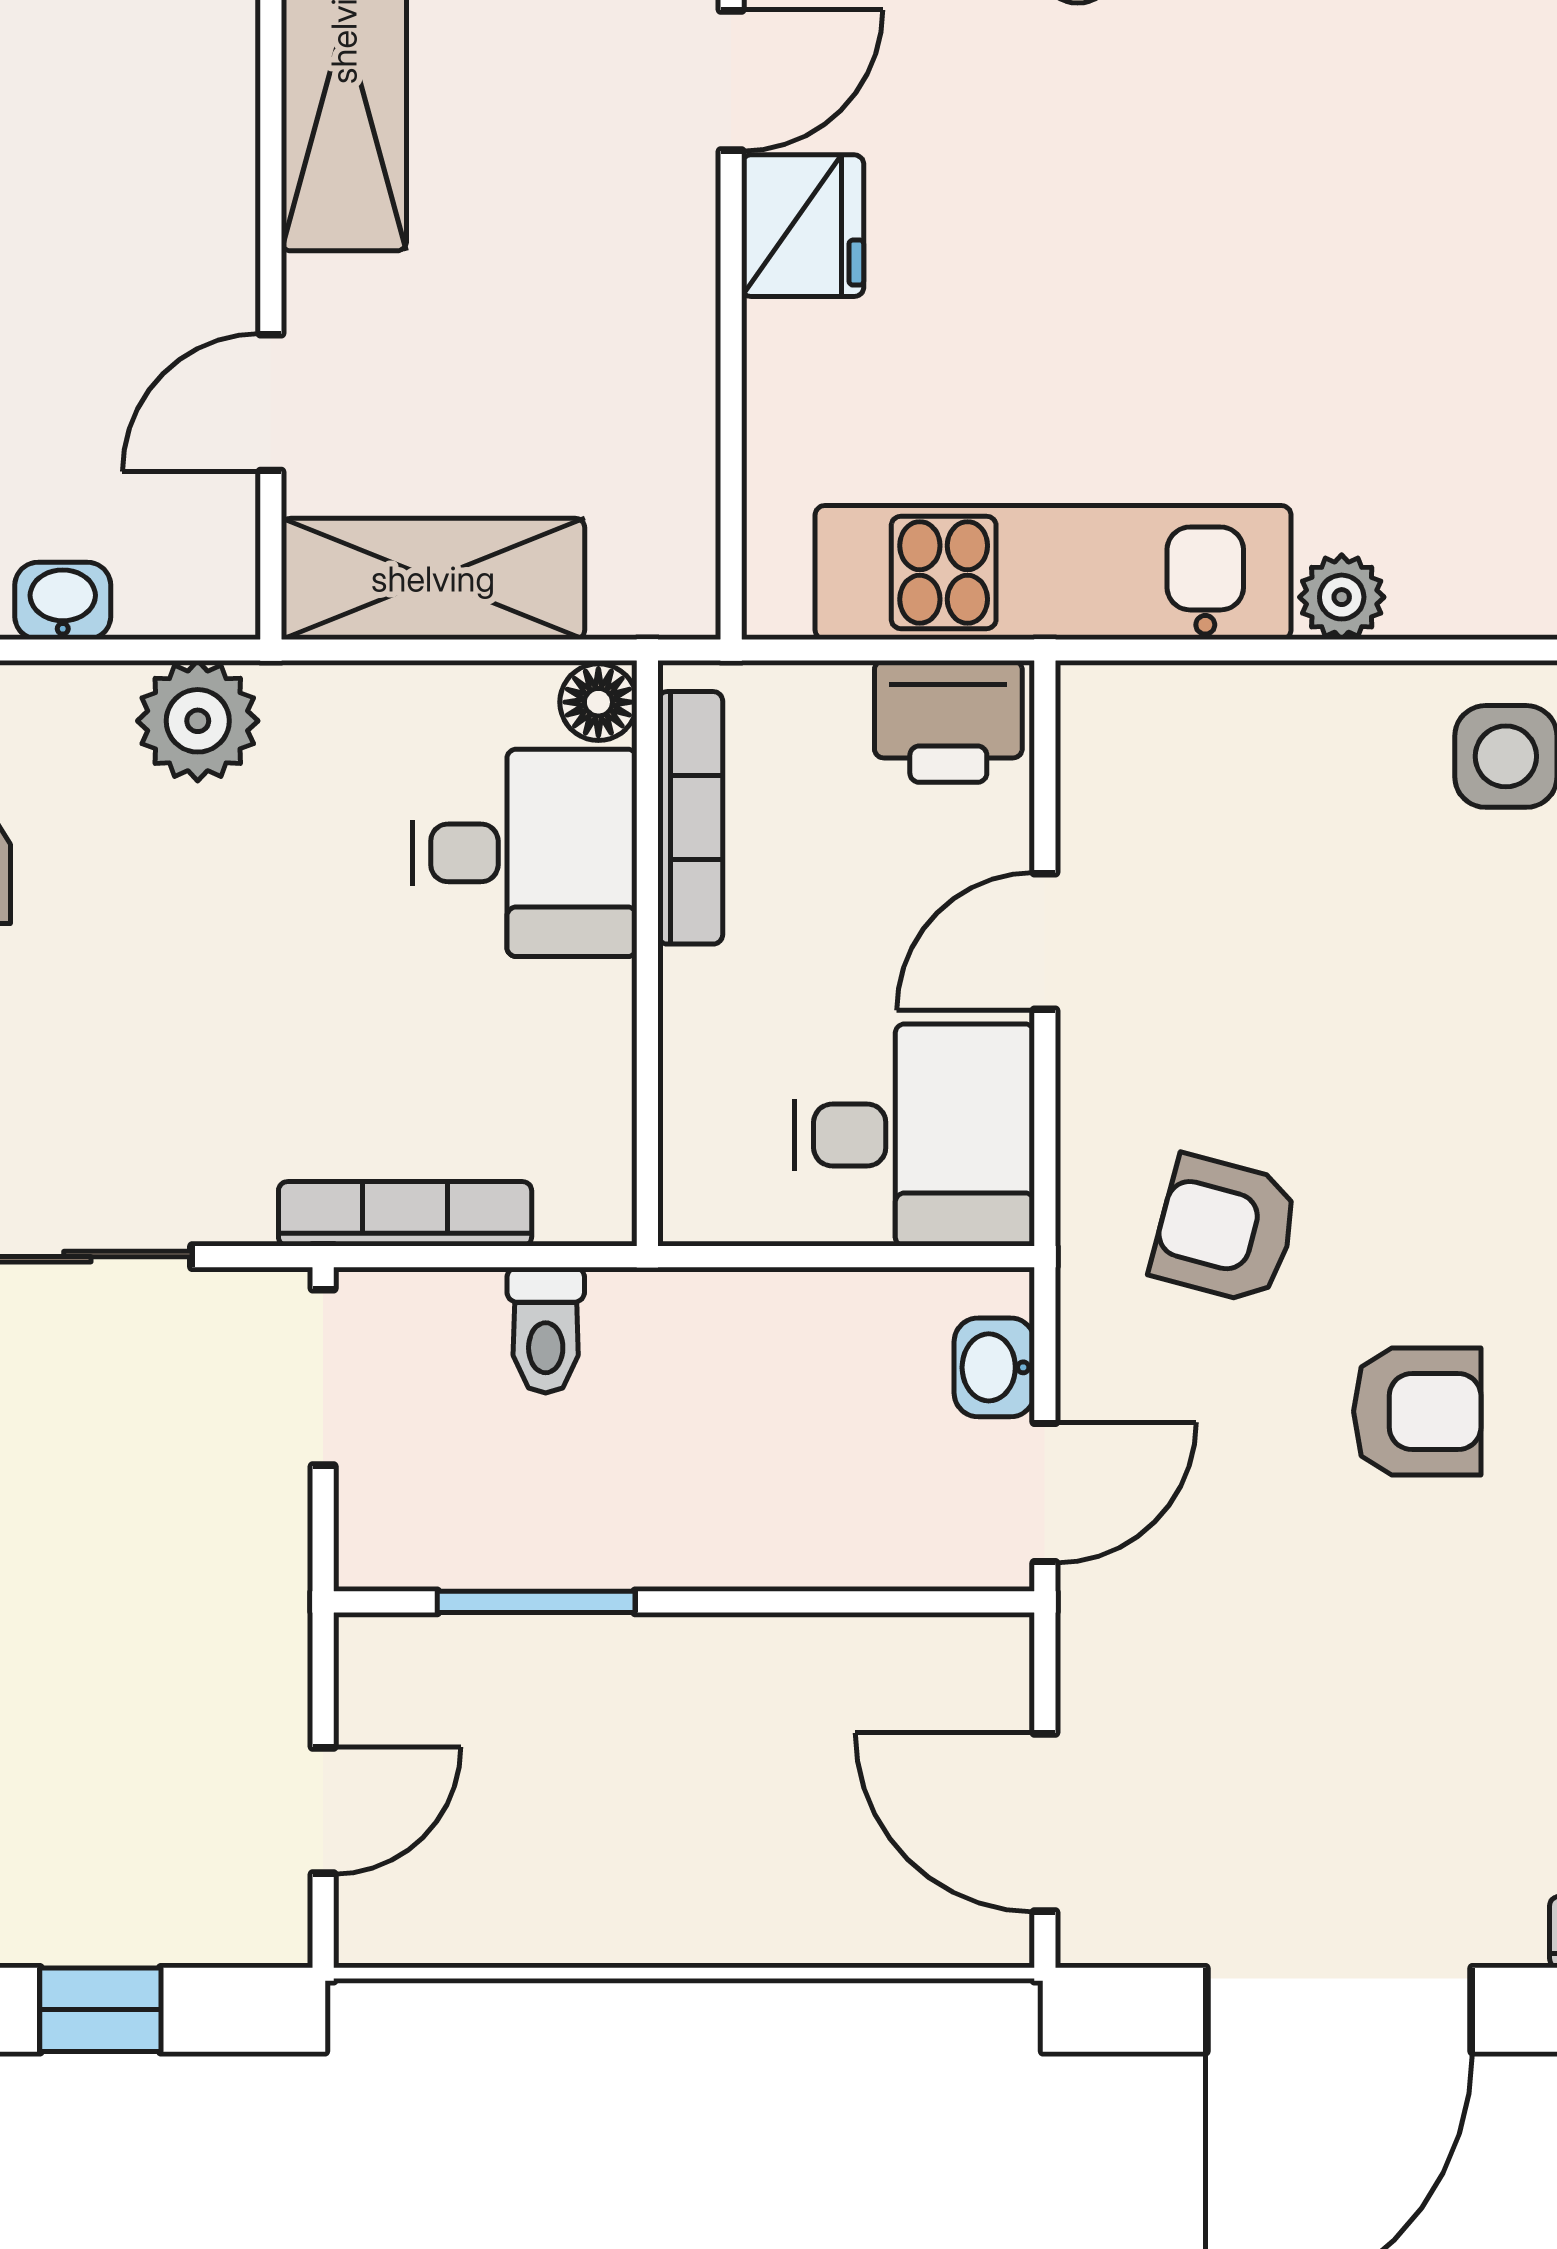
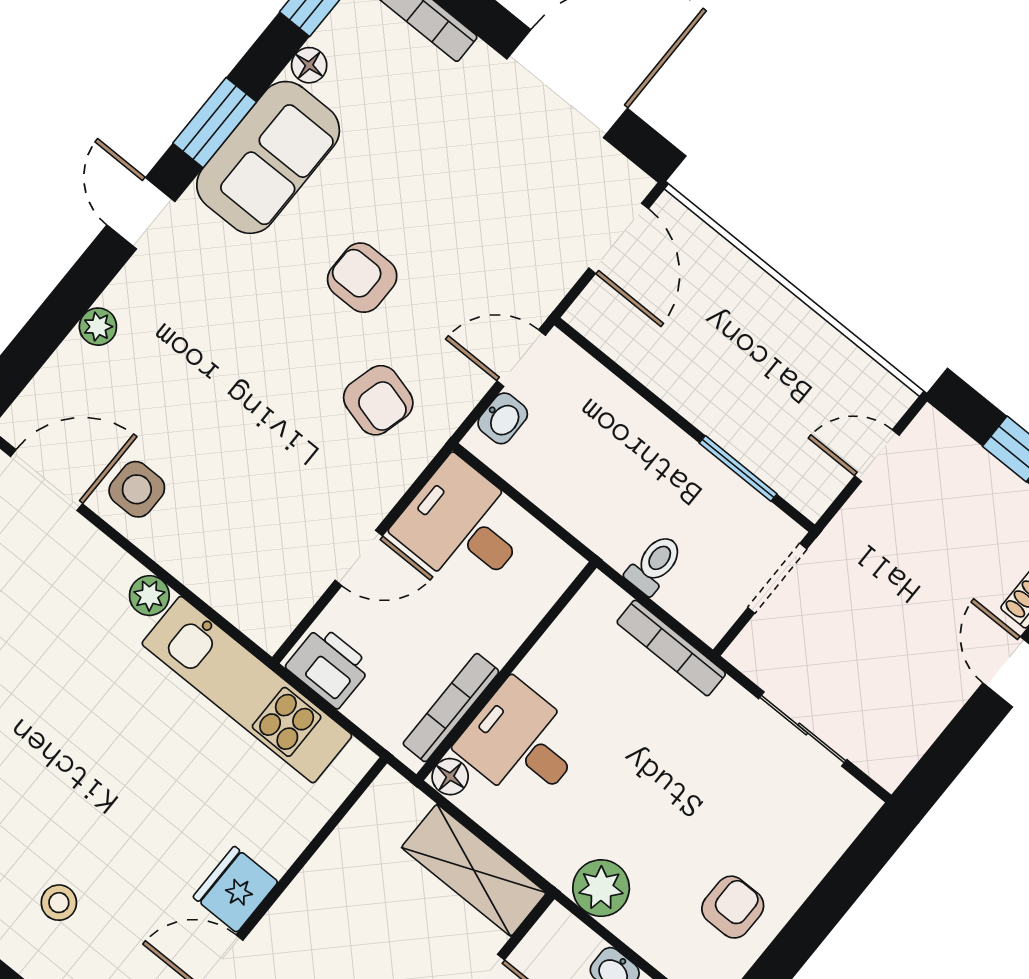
doorway: (323, 1377) -> (777, 578), moved

